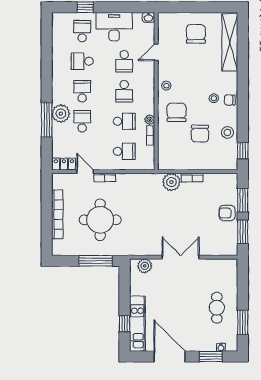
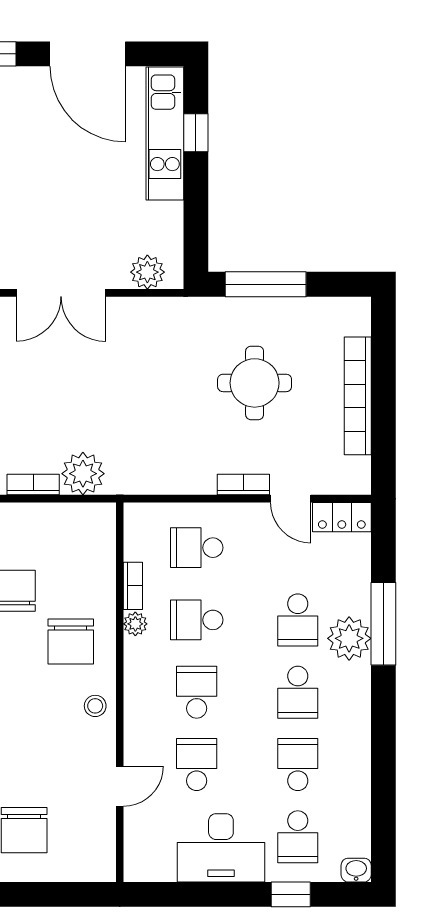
washbasin: (148, 17) -> (356, 870), moved
school desk: (82, 61) -> (298, 765), turned -90
round table: (100, 220) -> (255, 383), width x0.73, depth x0.73

